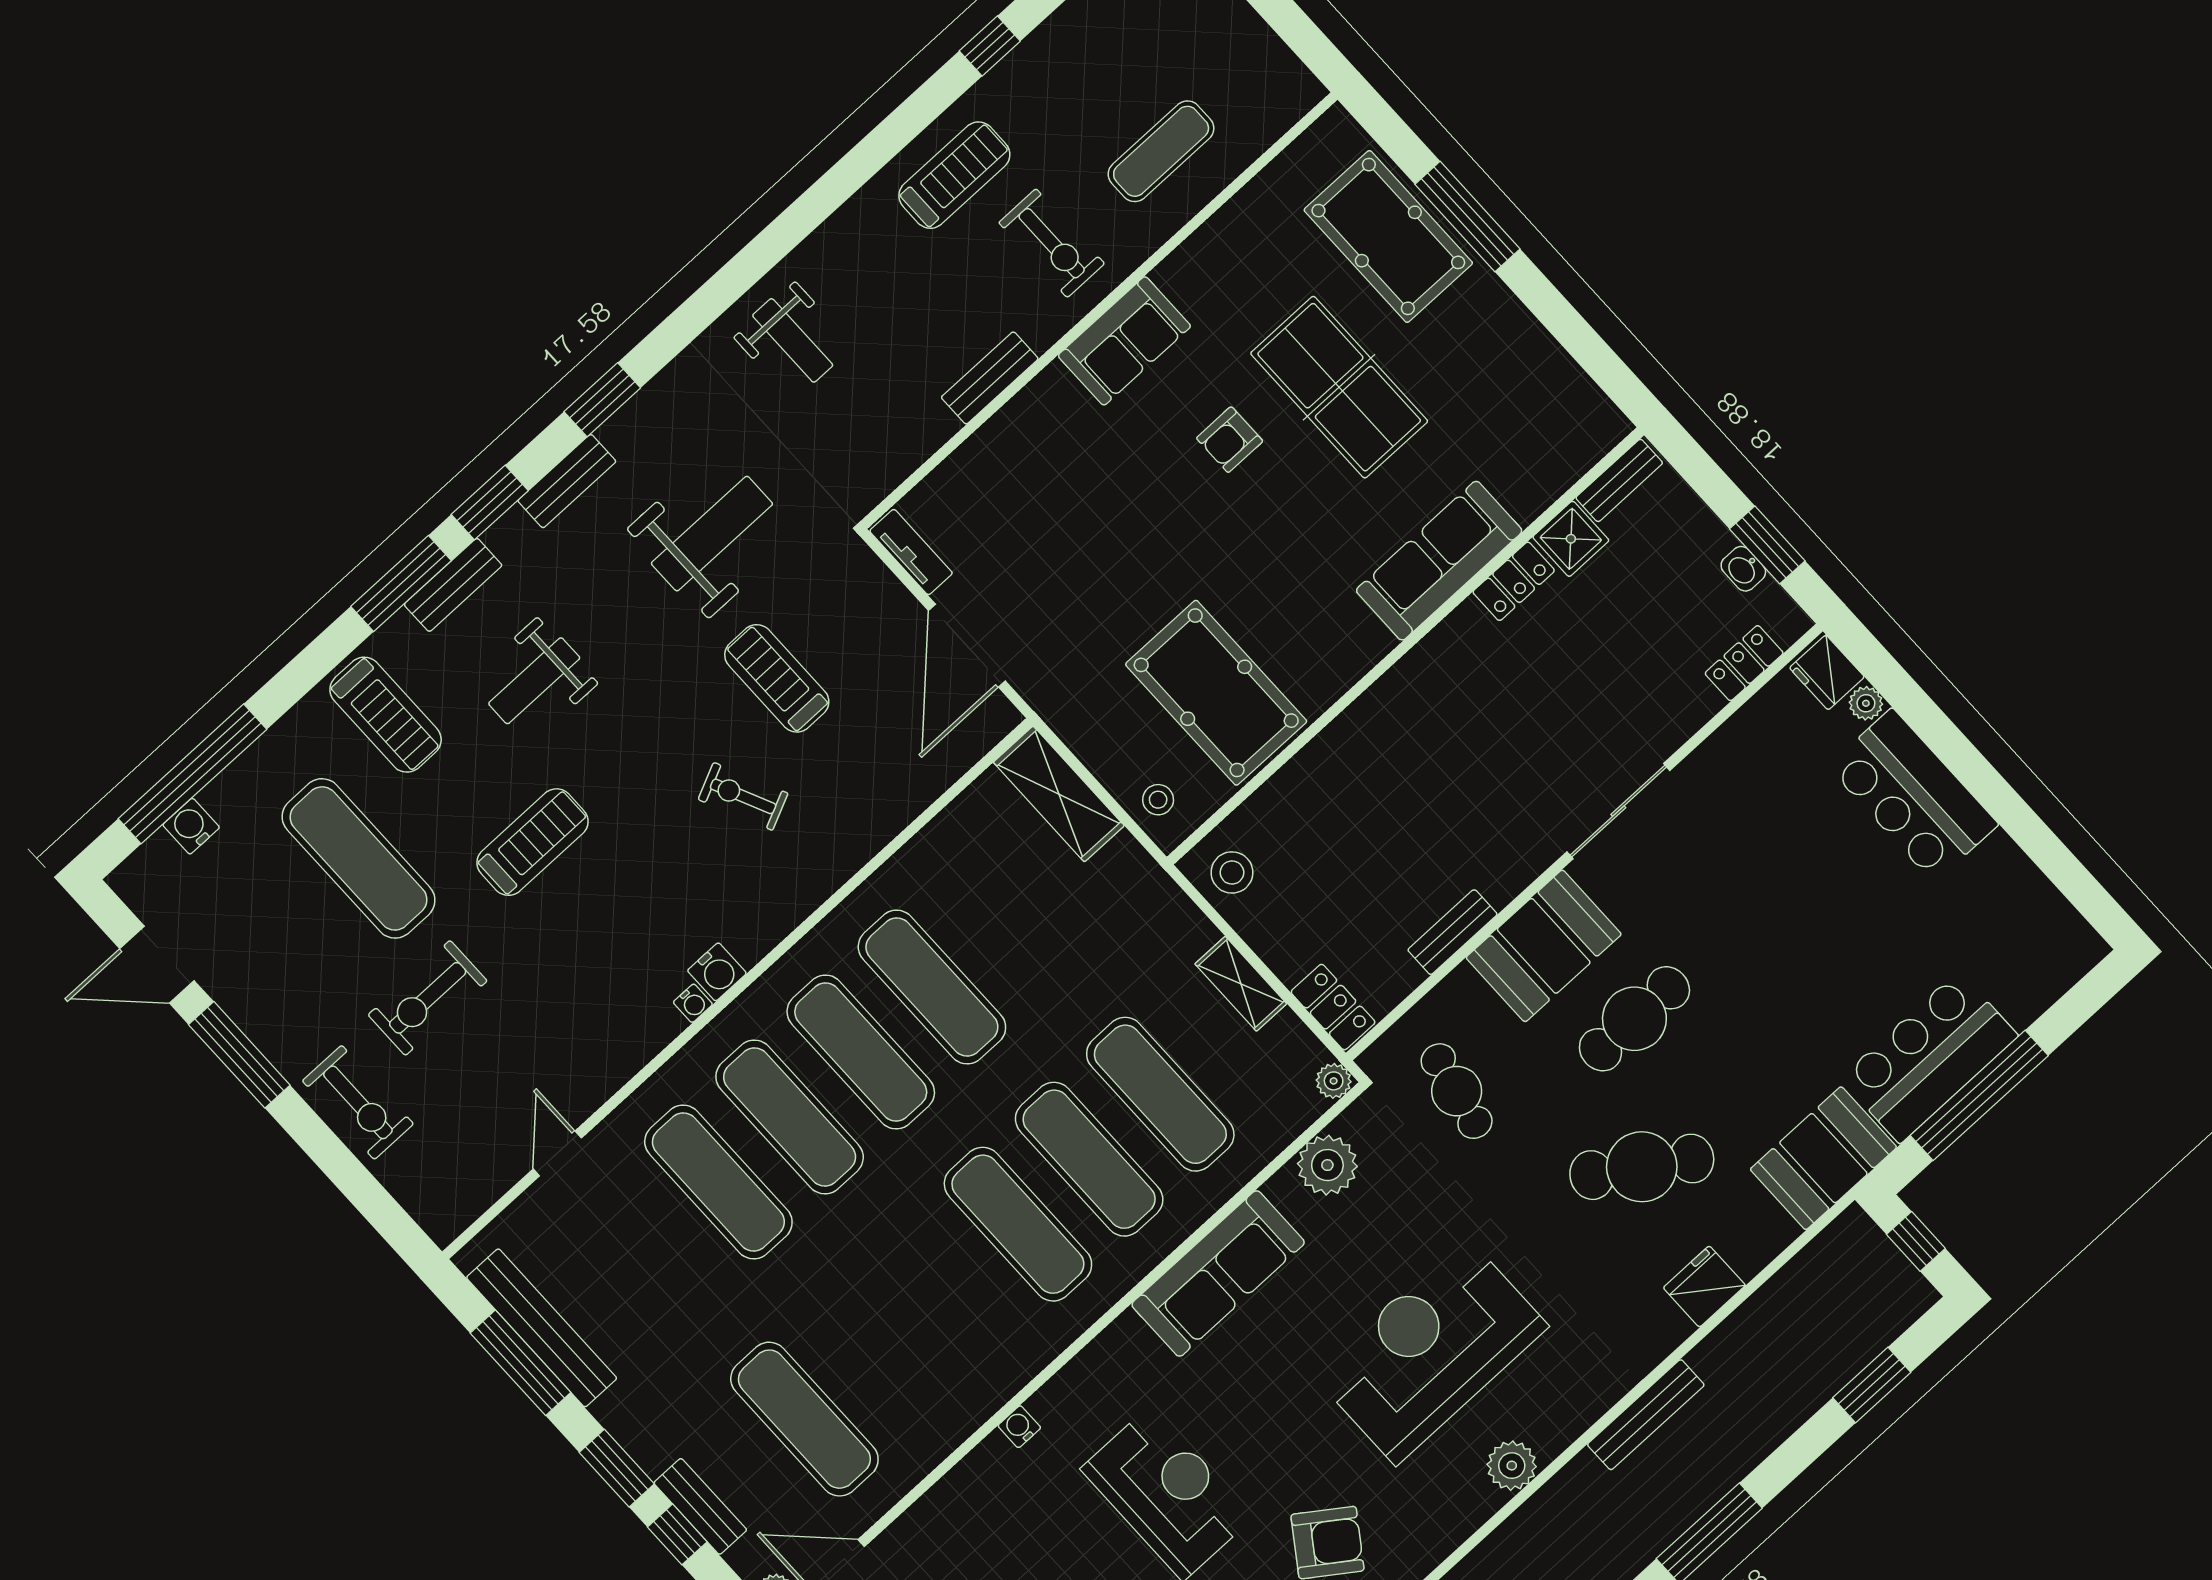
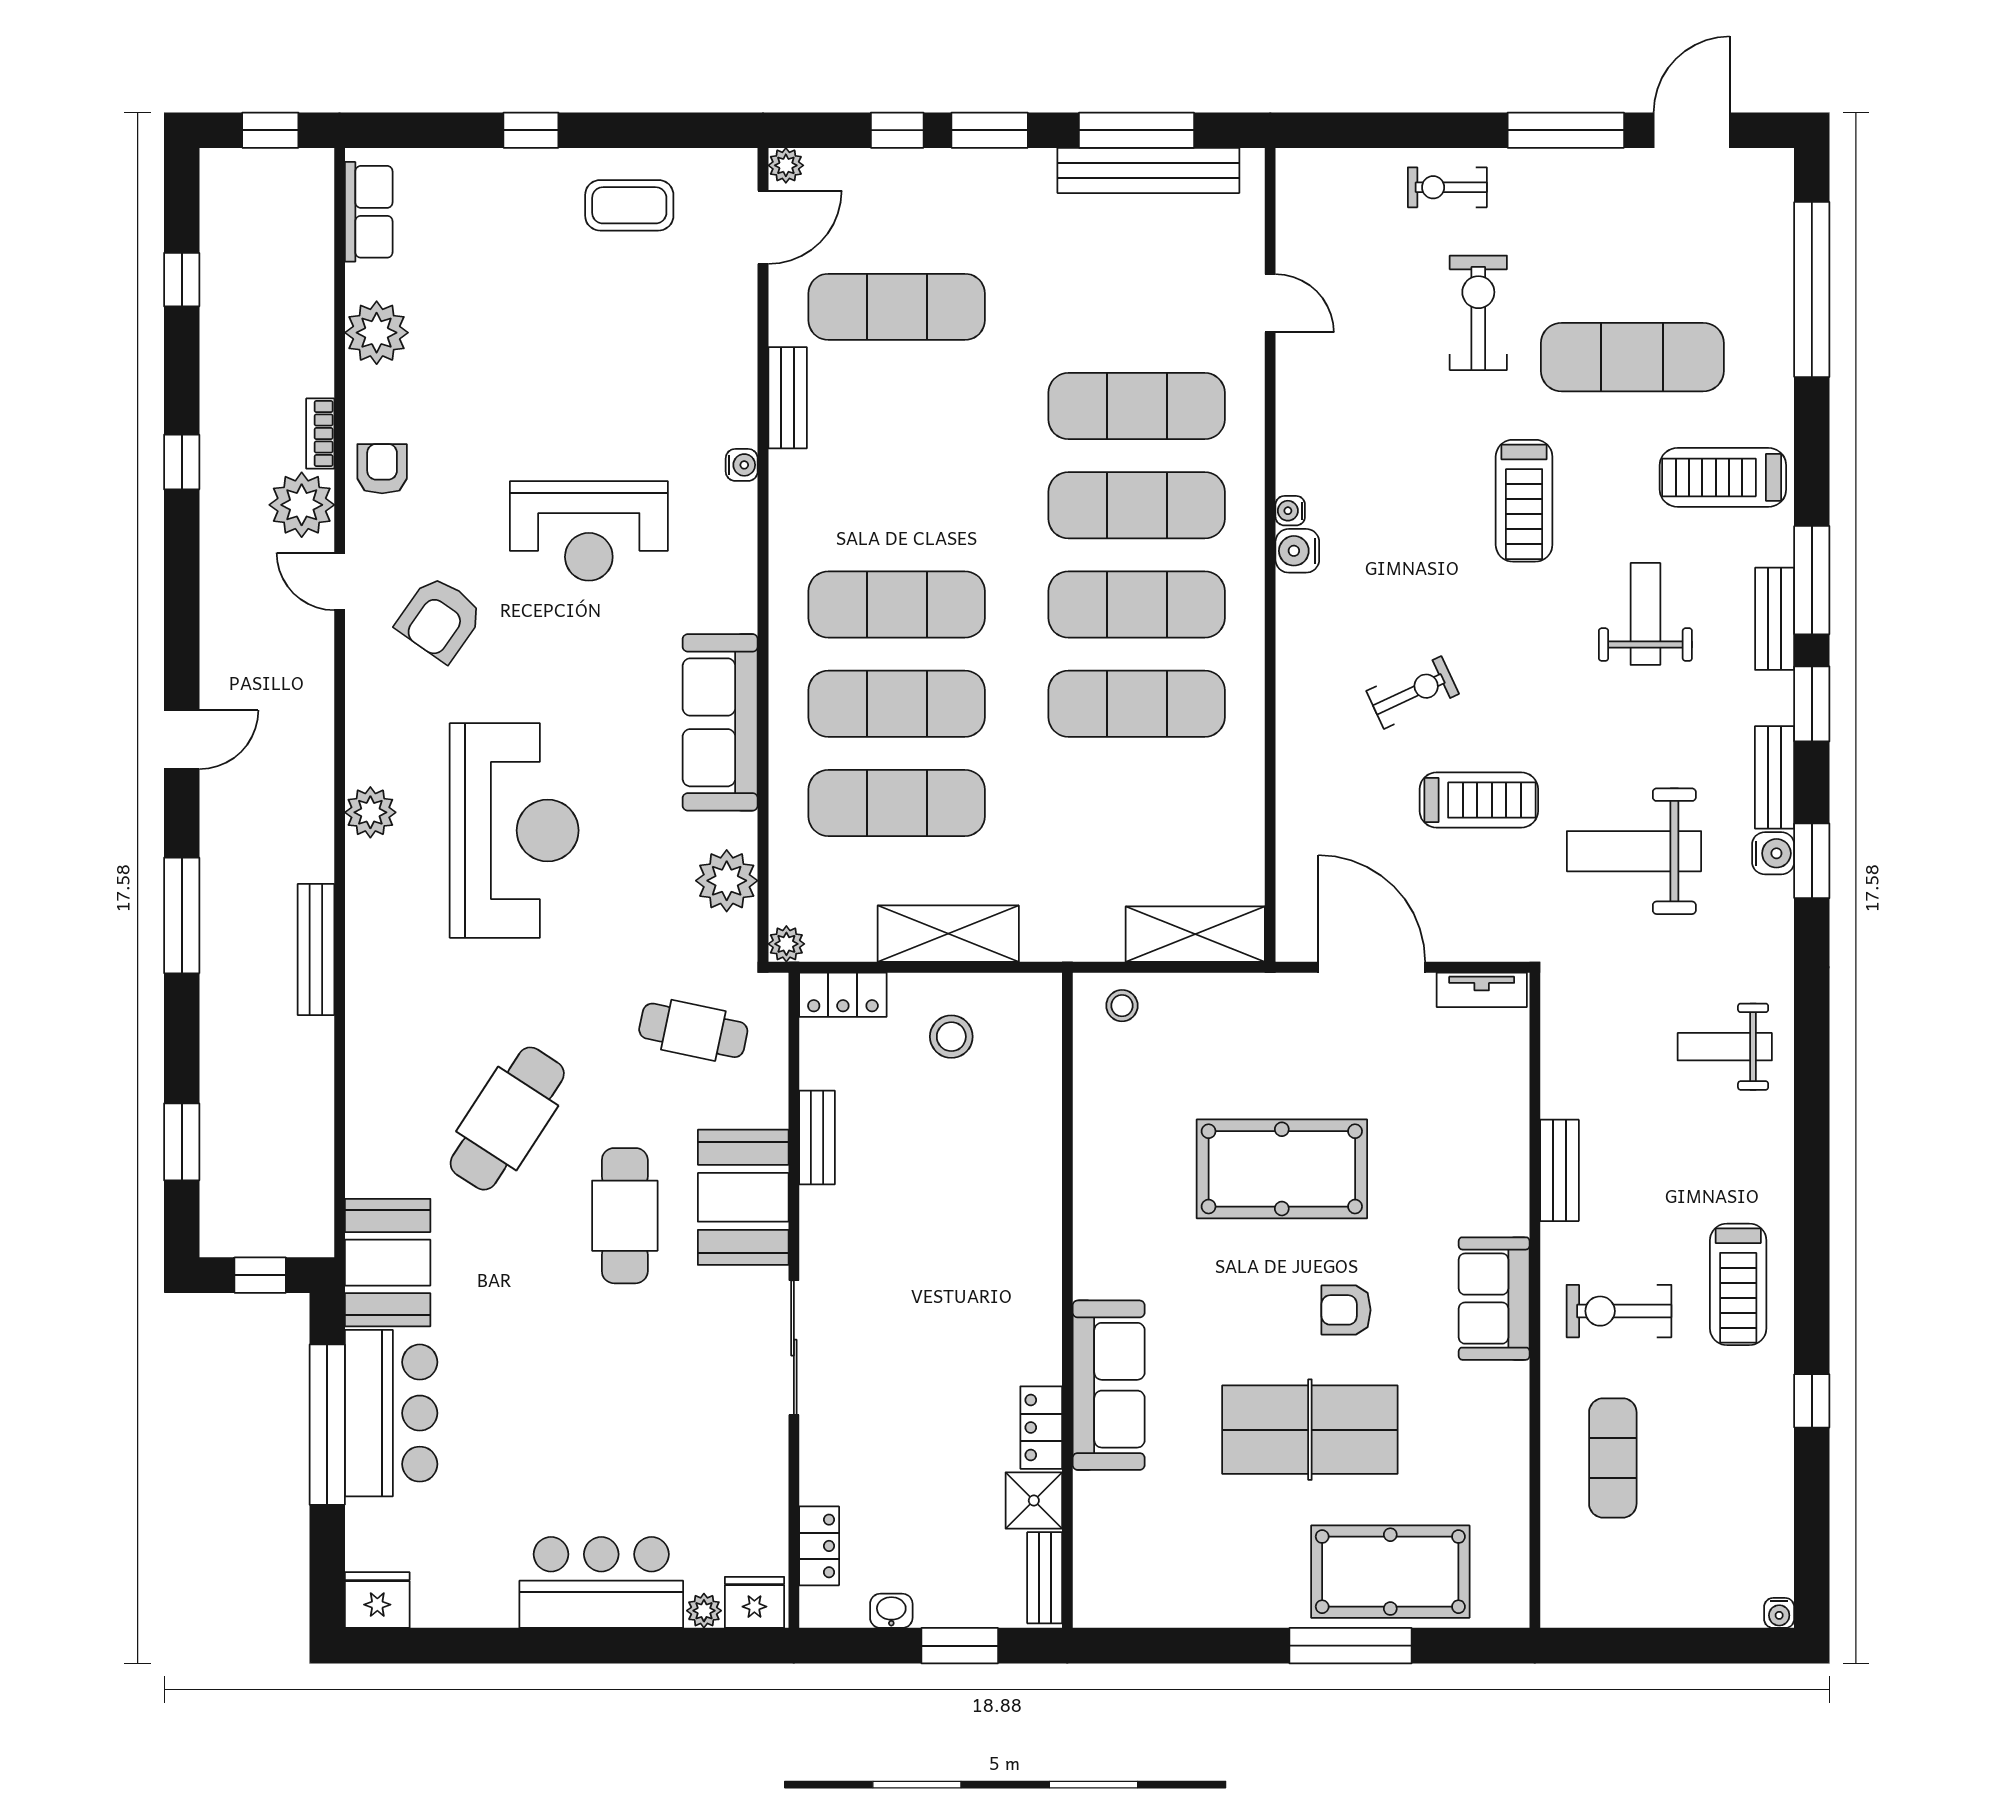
armchair: (1230, 440) -> (1346, 1310), turned -90
weight bench: (712, 534) -> (1634, 851), turned 90
window: (1767, 545) -> (960, 1646), moved
pool table: (1216, 693) -> (1282, 1169), moved
water cooler: (191, 826) -> (1773, 853), moved
stool: (1232, 872) -> (951, 1037), moved
shelving: (1241, 984) -> (948, 934), width x1.50, depth x1.33
exercise bike: (358, 1102) -> (1447, 187), width x0.73, depth x0.72
fridge: (1704, 1287) -> (377, 1600), moved, turned -90
bench: (700, 1506) -> (788, 398), moved, turned 90

